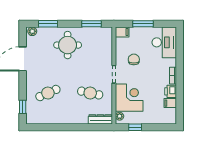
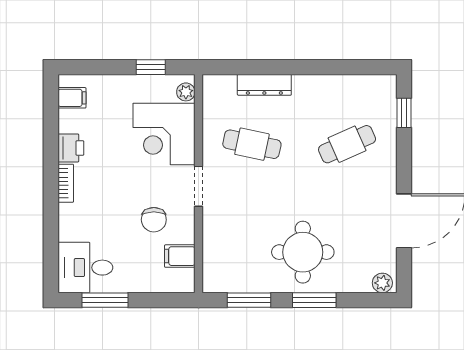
window: (48, 24) -> (314, 300), moved
window: (143, 24) -> (105, 300), moved
filing cabinet: (122, 32) -> (180, 256), moved
desk: (164, 42) -> (85, 268), width x0.73
filing cabinet: (170, 103) -> (72, 98), moved
dresser: (100, 119) -> (264, 85), moved

